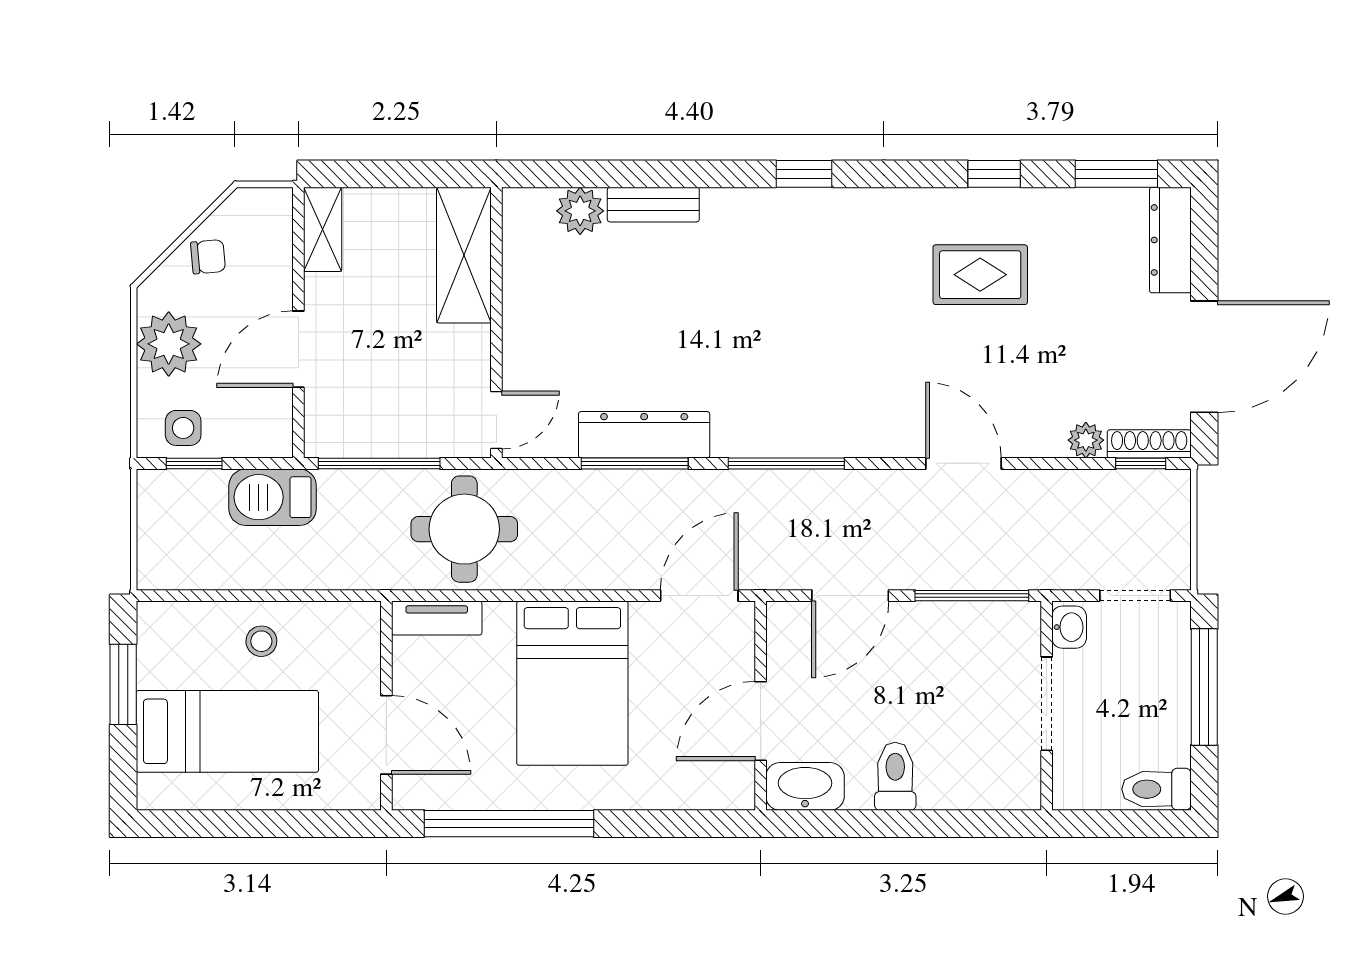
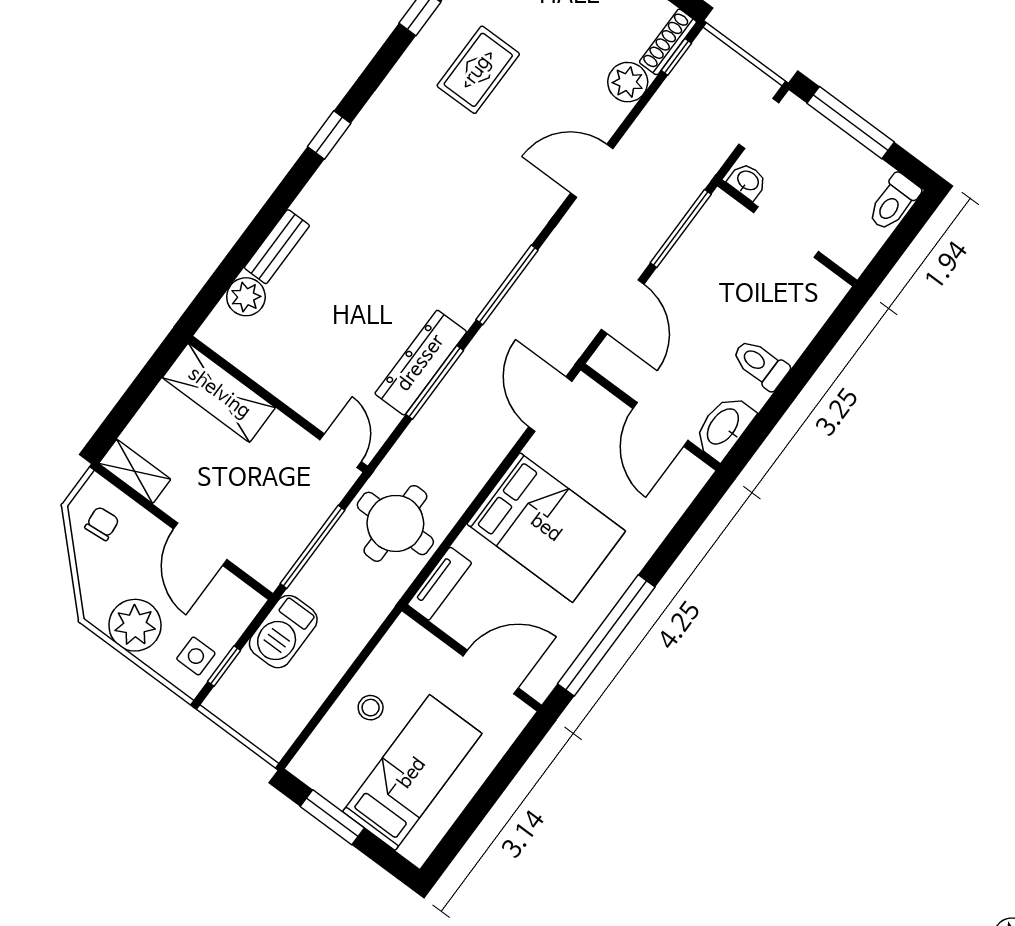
chair: (208, 257) -> (102, 524), moved
plant: (1086, 440) -> (628, 82), width x1.38, depth x1.38

